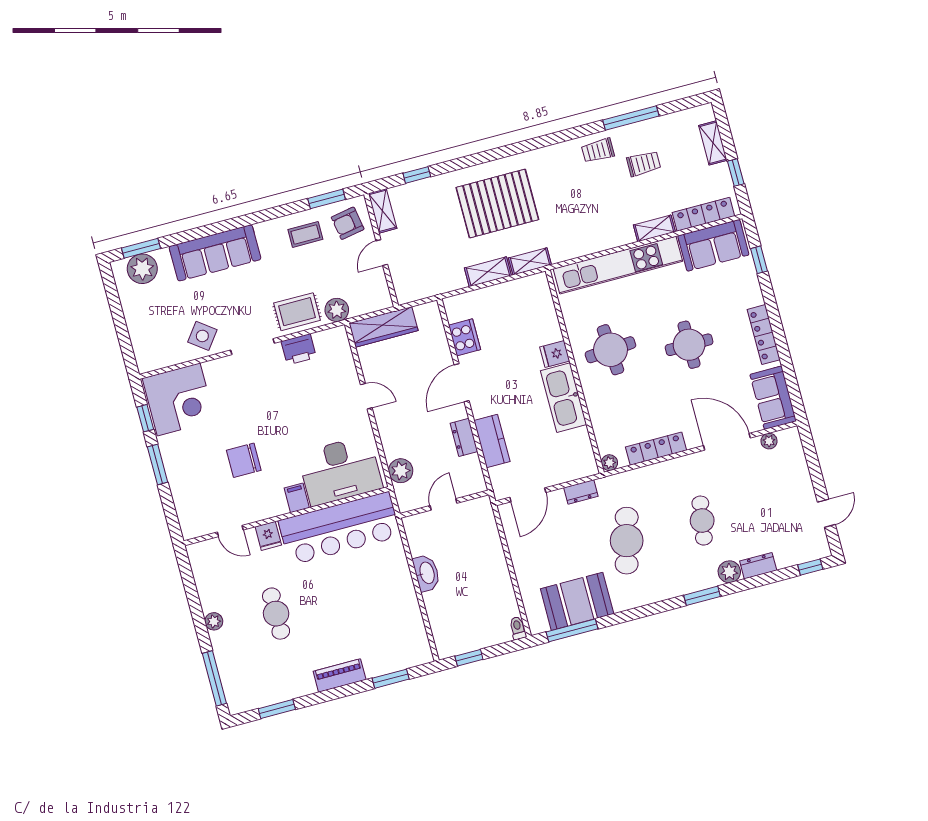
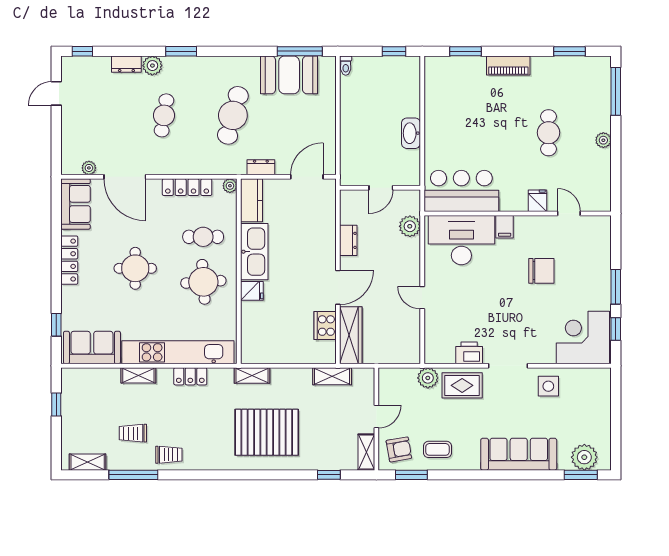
shelving: (713, 143) -> (88, 462), moved, turned 90
locker: (703, 214) -> (190, 376), moved, width x0.66
shelving: (488, 272) -> (332, 376), moved
wardrobe: (384, 327) -> (351, 335), moved, turned 90
side table: (202, 336) -> (548, 386), turned -37
cafe table: (624, 399) -> (203, 237), added
kitchen counter: (492, 441) -> (251, 200), moved, turned 180
bar counter: (340, 528) -> (461, 191), width x0.73

